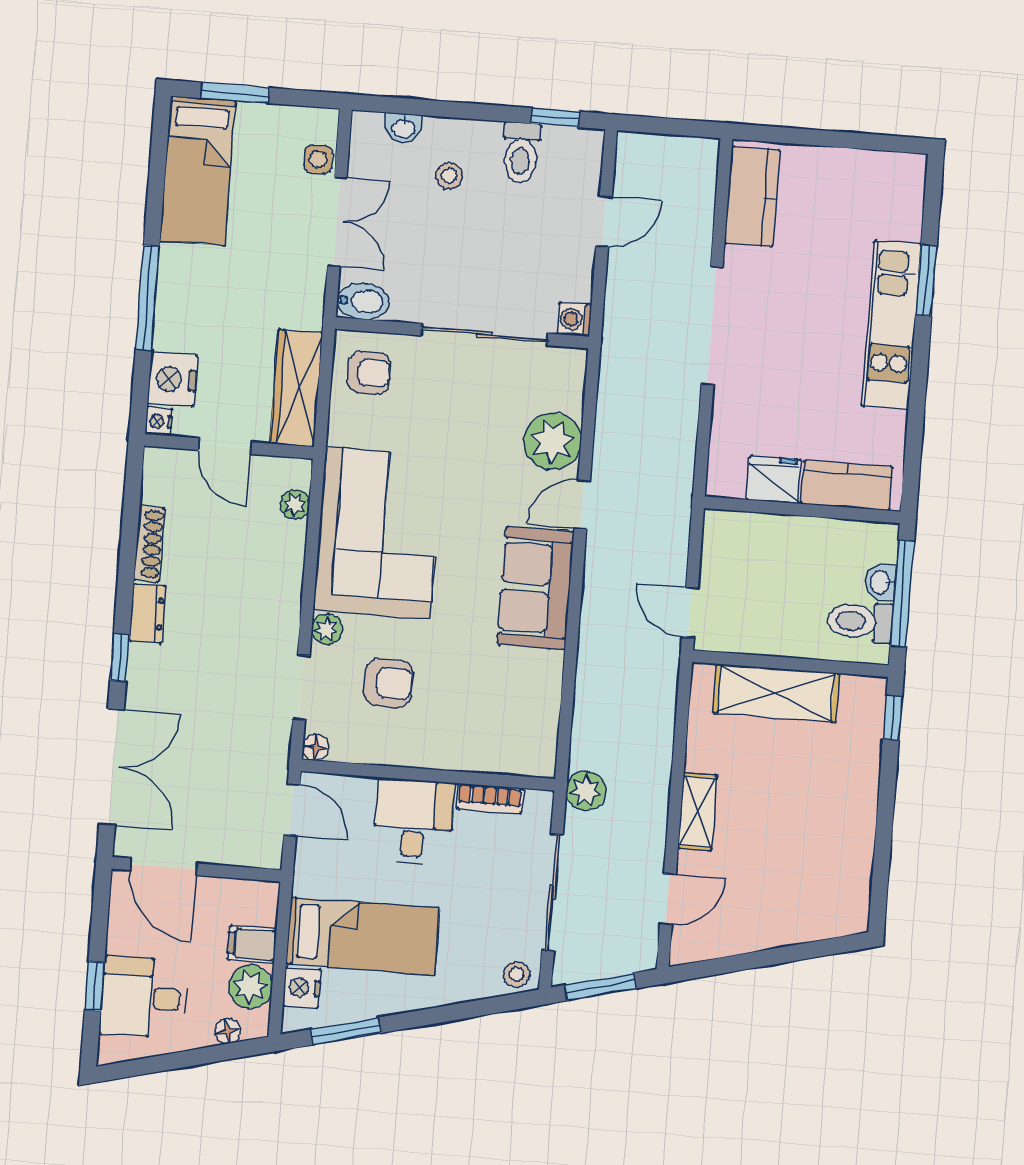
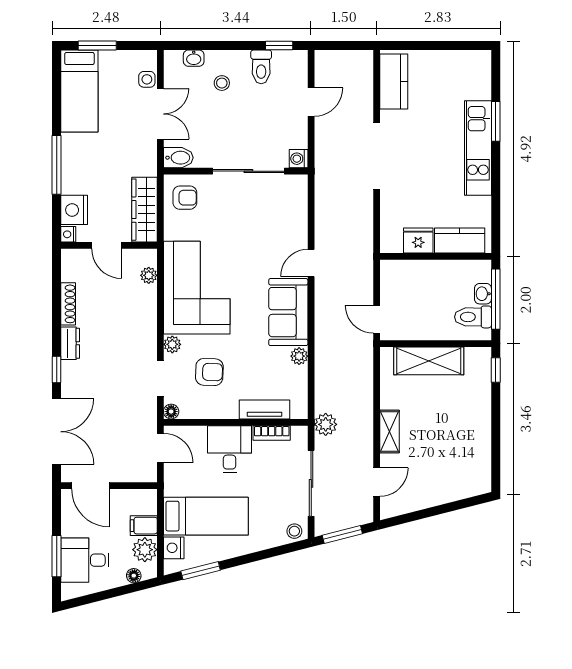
plant: (553, 441) -> (299, 356), moved, width x0.53, depth x0.53
tv unit: (481, 756) -> (265, 409), added
window: (95, 986) -> (57, 556), width x1.50

